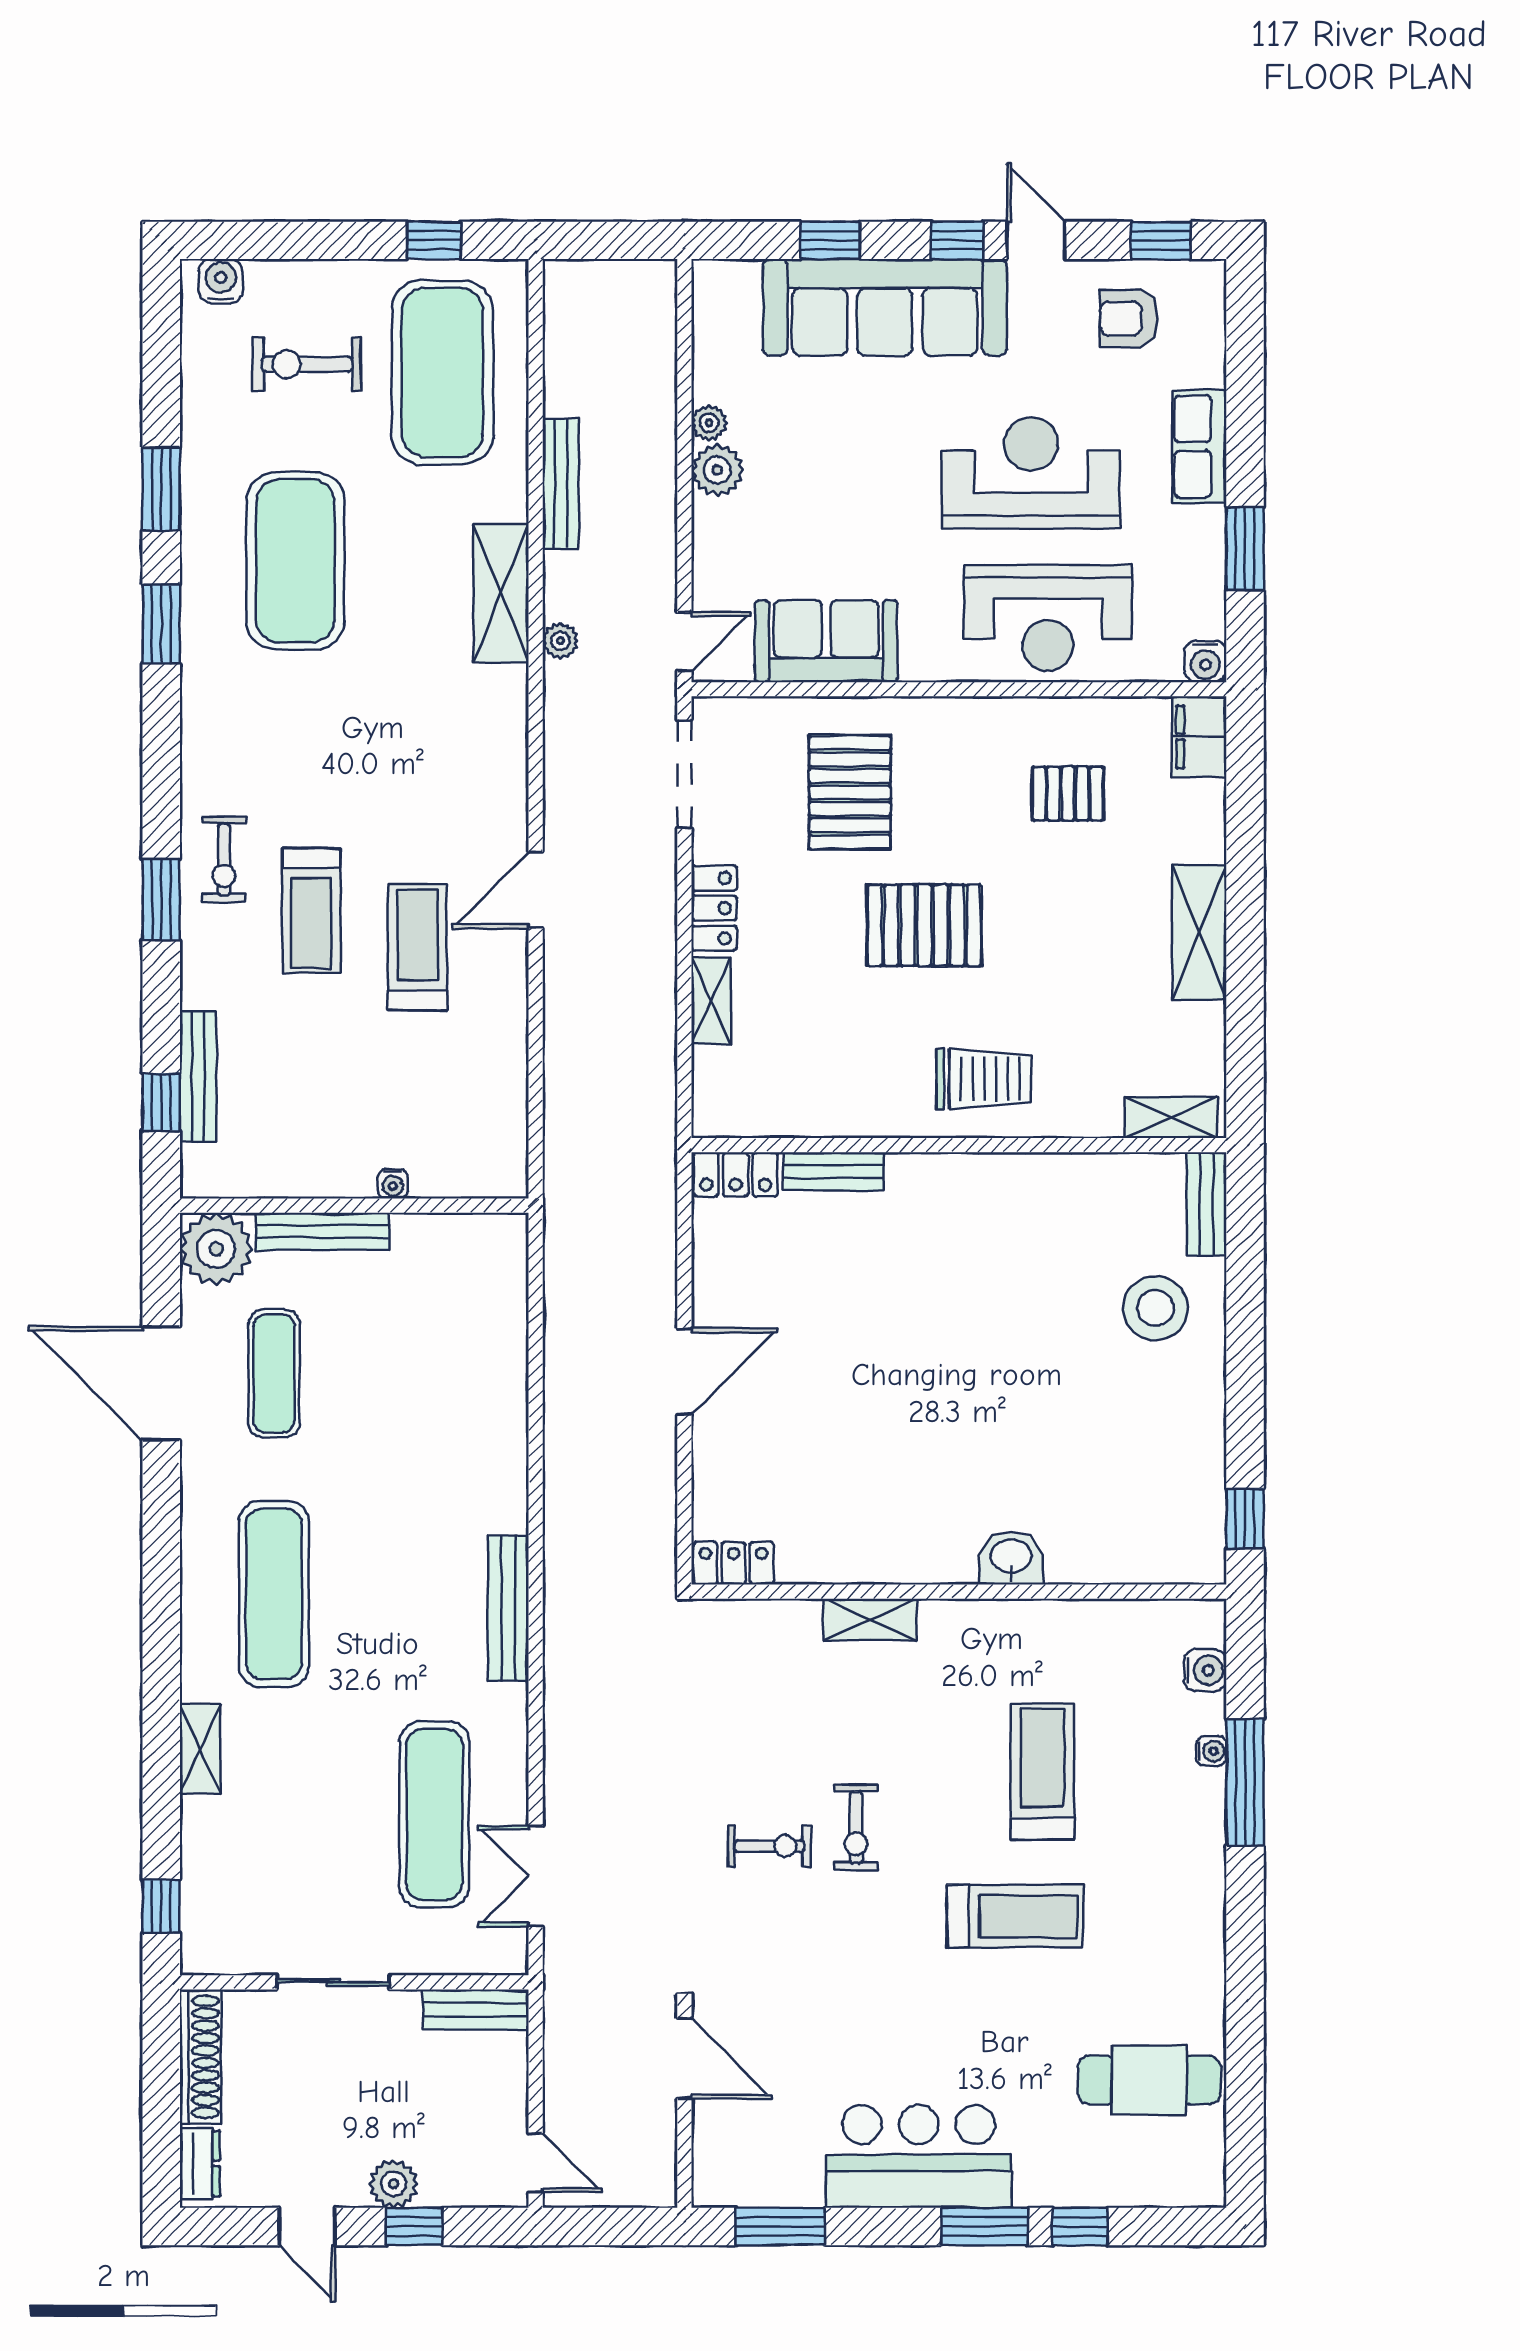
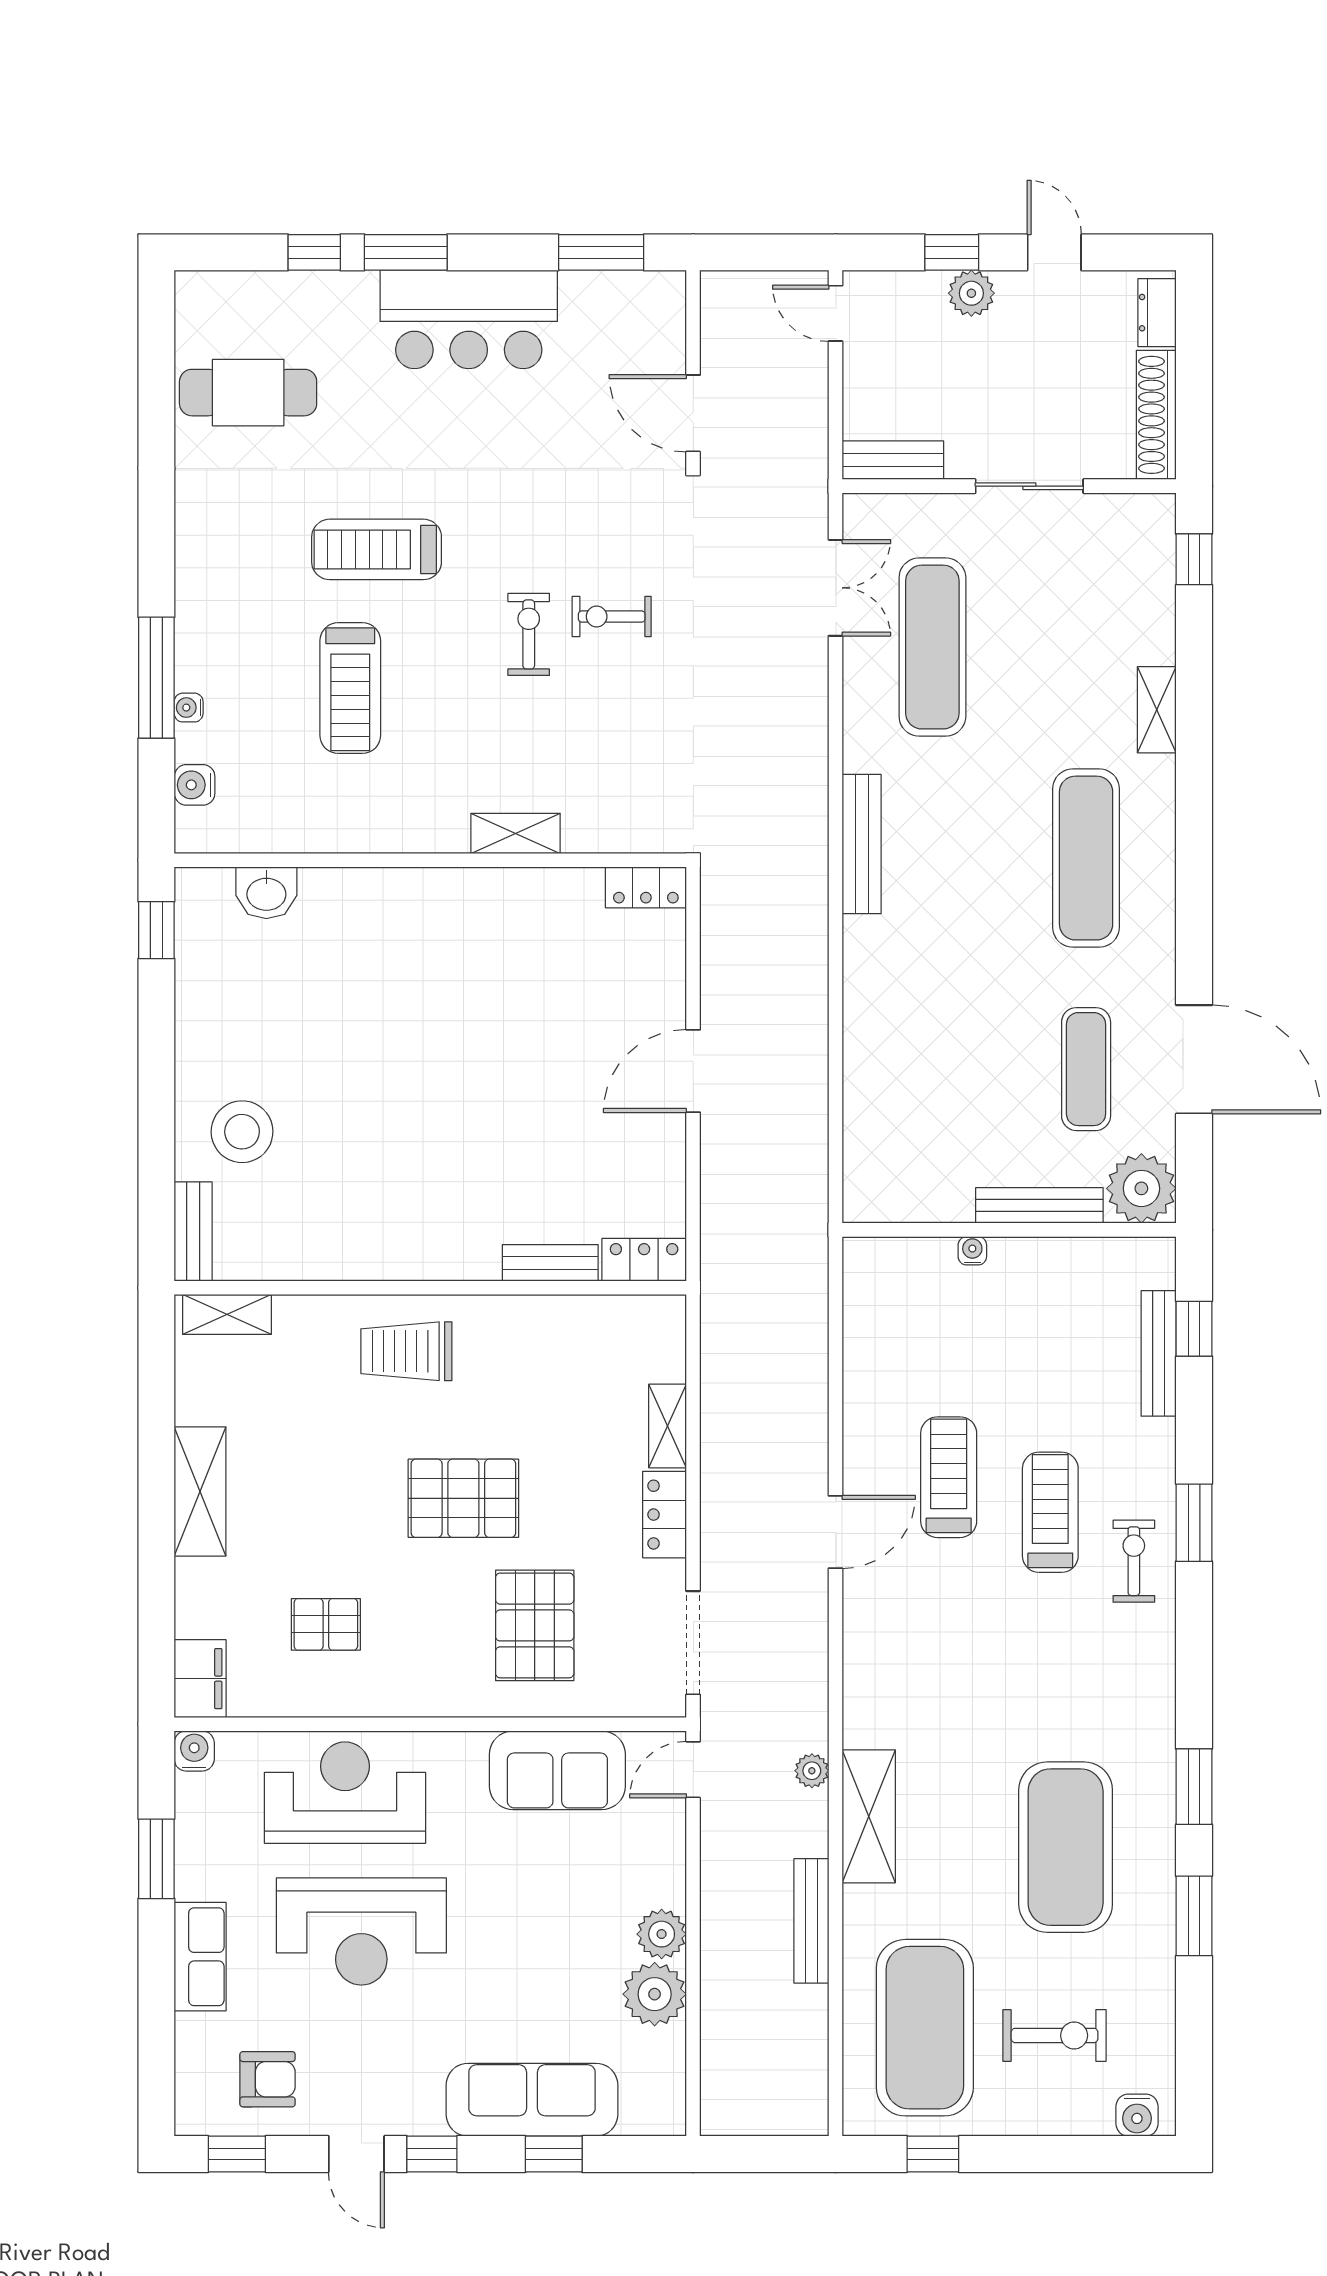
sofa: (885, 307) -> (532, 2100), width x0.74, depth x0.79
plant: (709, 423) -> (655, 1994), width x1.88, depth x1.88
treadmill: (417, 947) -> (949, 1477), turned 180
washbasin: (1011, 1558) -> (266, 893), moved

